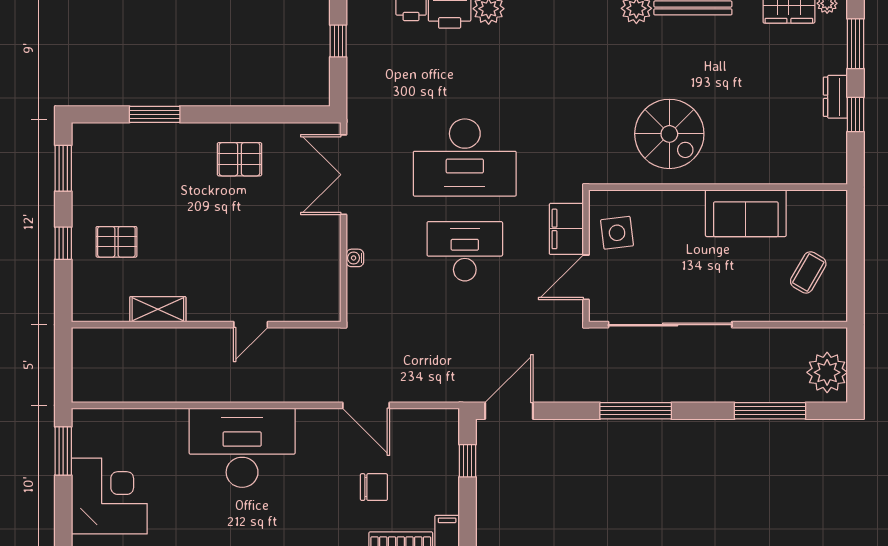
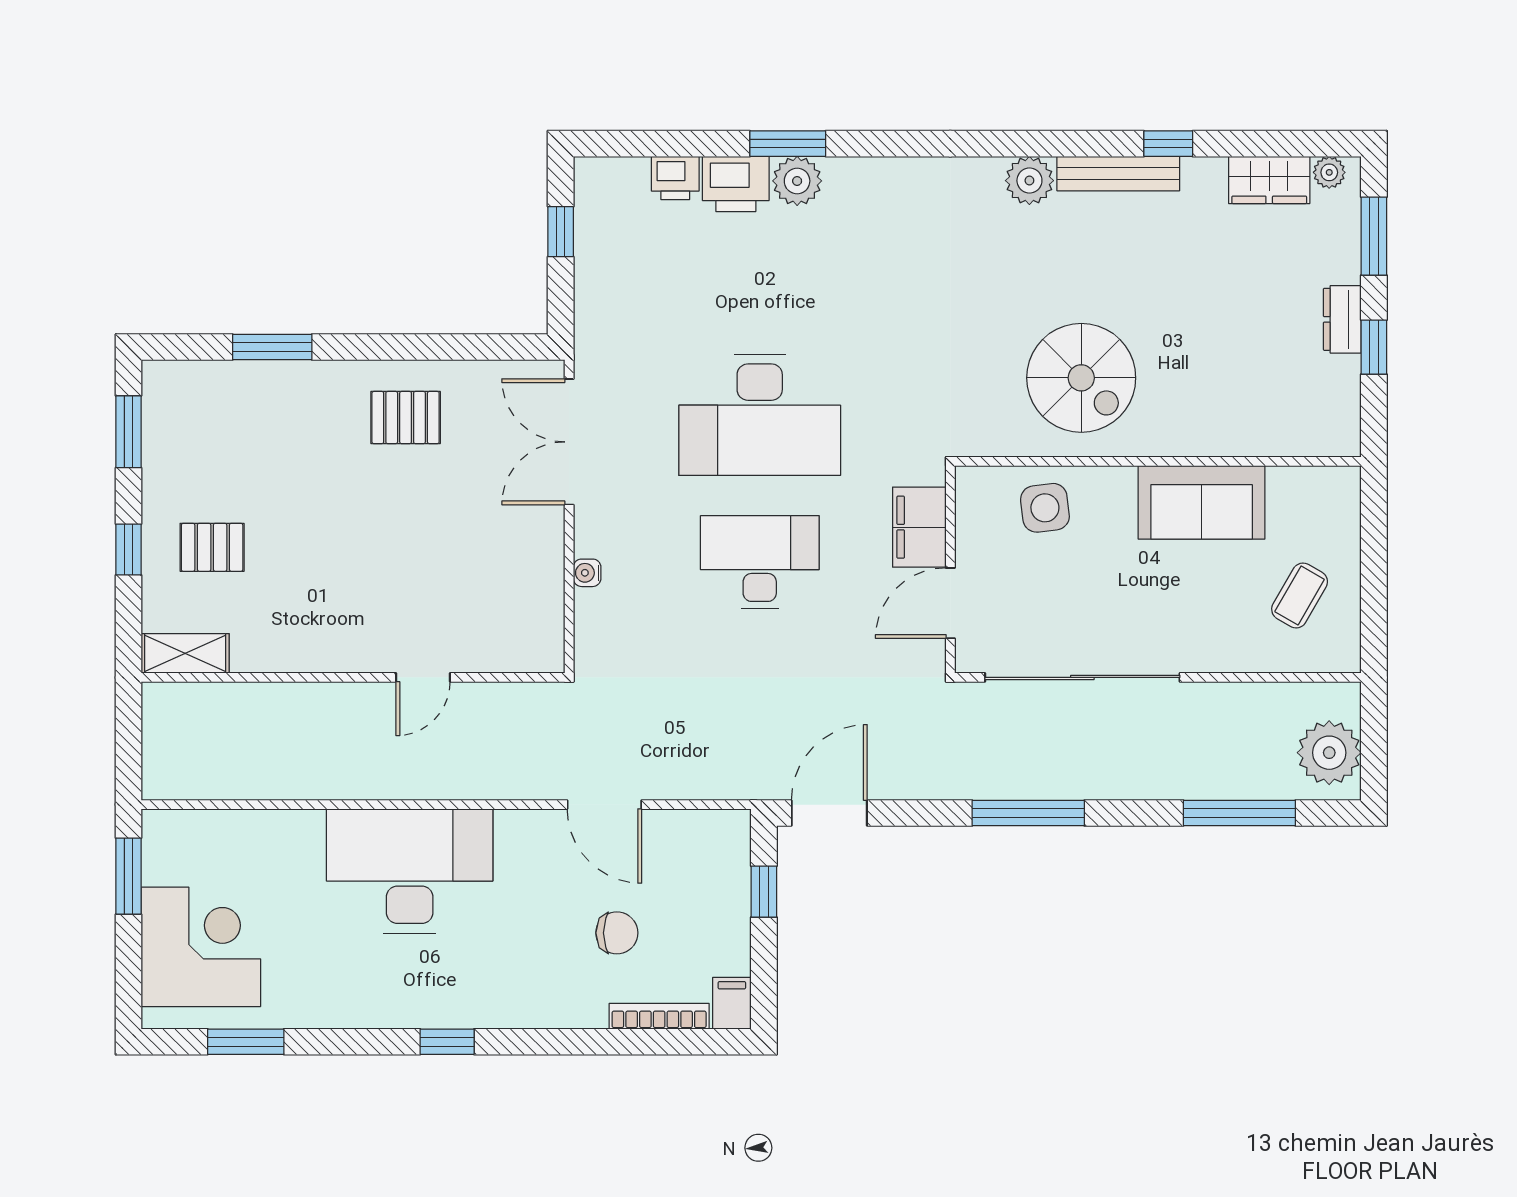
side table: (617, 233) -> (1045, 508), moved
shelving: (158, 309) -> (185, 653), moved

